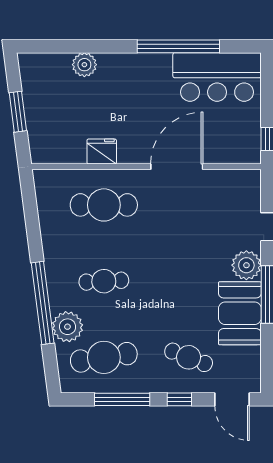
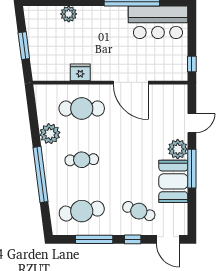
door: (177, 167) -> (131, 83), swing flipped
plant: (67, 327) -> (50, 134), moved

